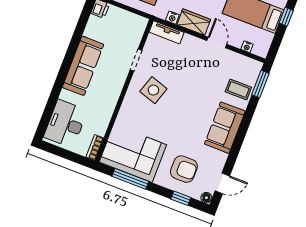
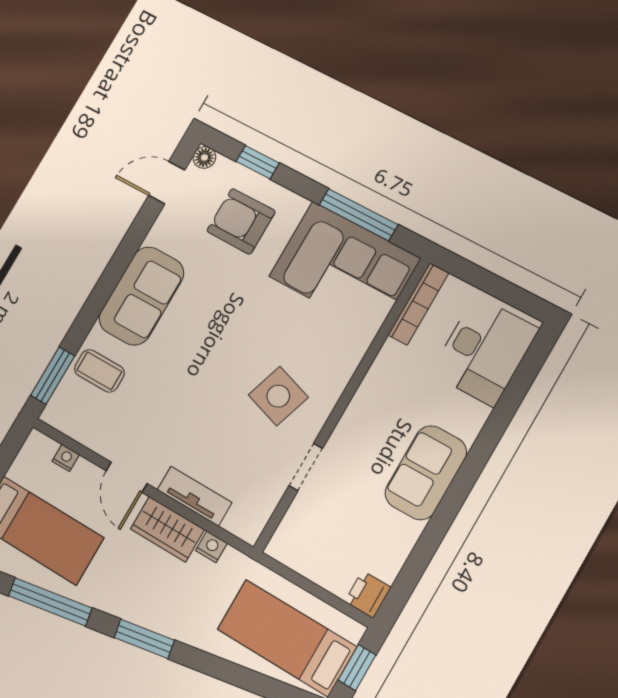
tv unit: (167, 32) -> (195, 496), moved
sofa: (83, 66) -> (426, 473), width x0.73
bookcase: (95, 147) -> (418, 304), width x1.56

